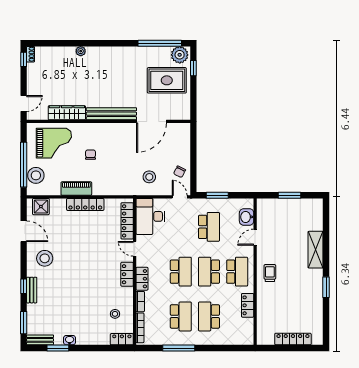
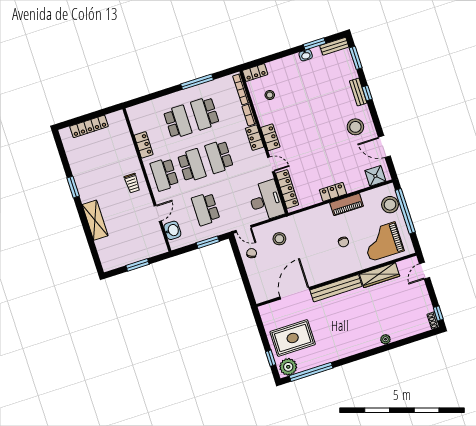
locker: (85, 204) -> (333, 192), width x0.66

